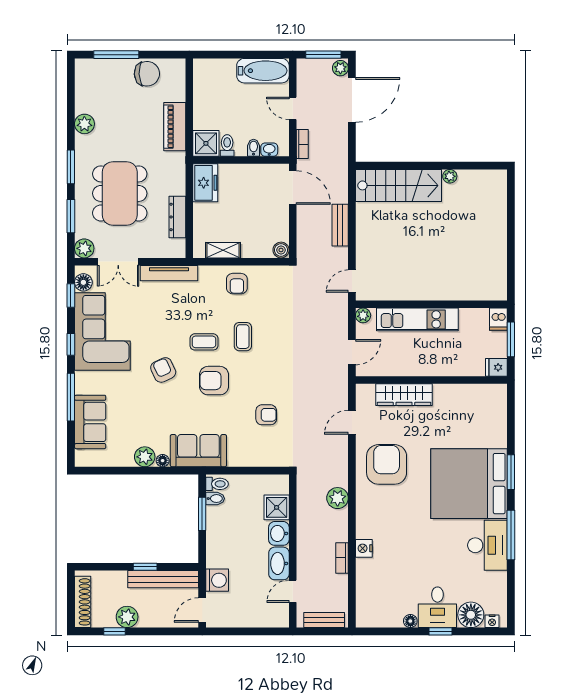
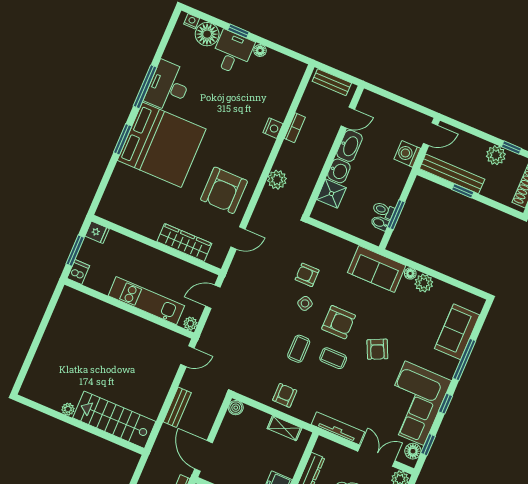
side table: (256, 385) -> (305, 303), added
toilet: (217, 484) -> (383, 210), moved

